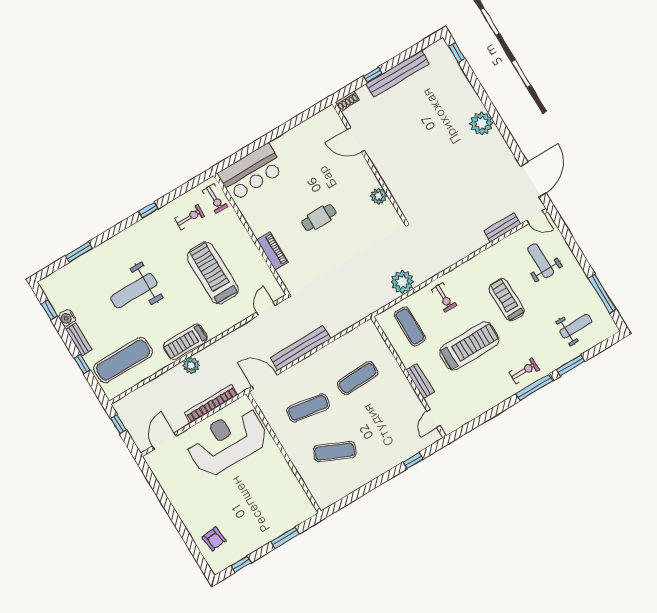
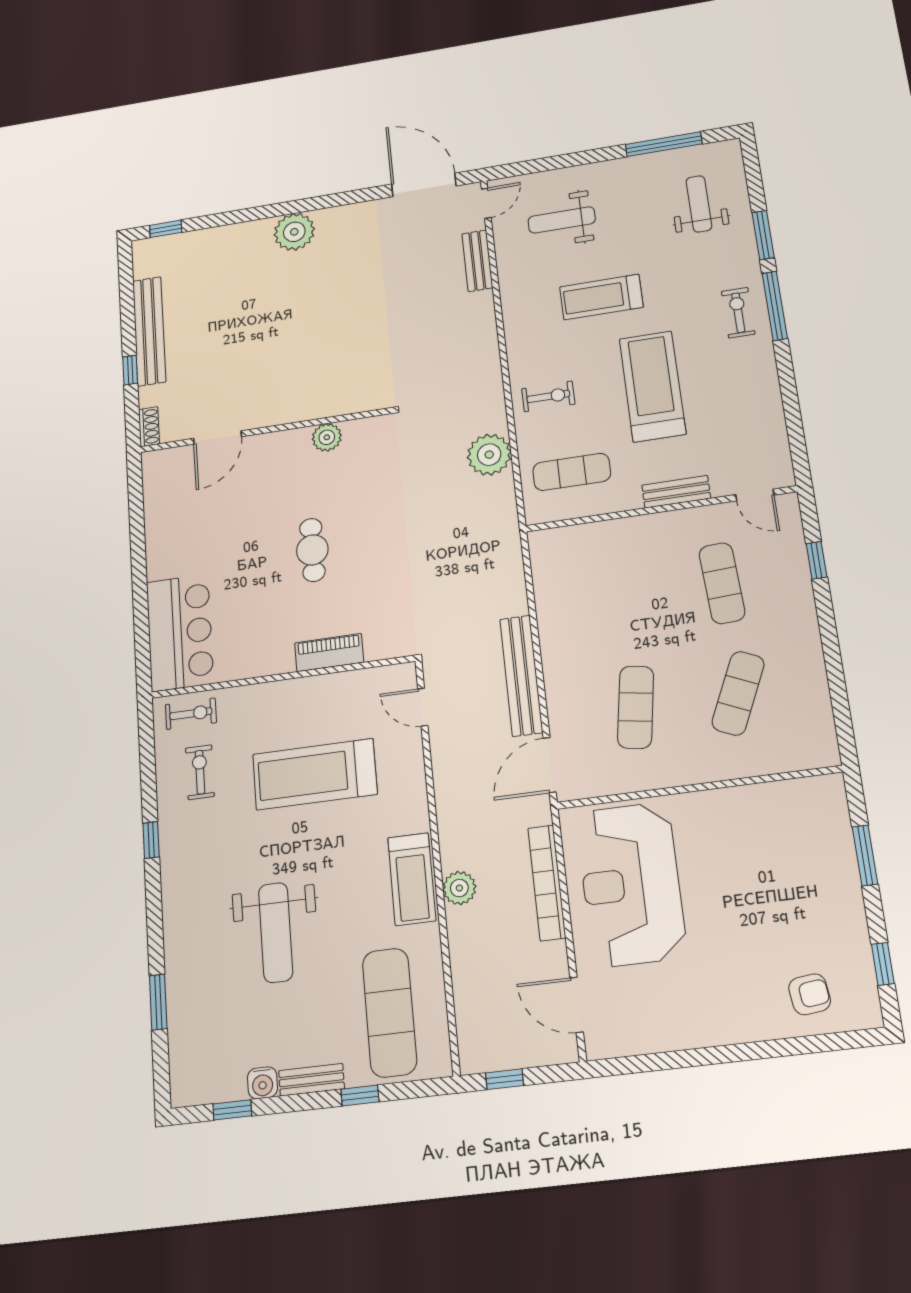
exercise mat: (358, 378) -> (722, 583), moved

